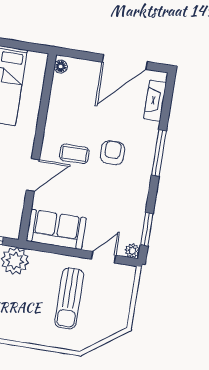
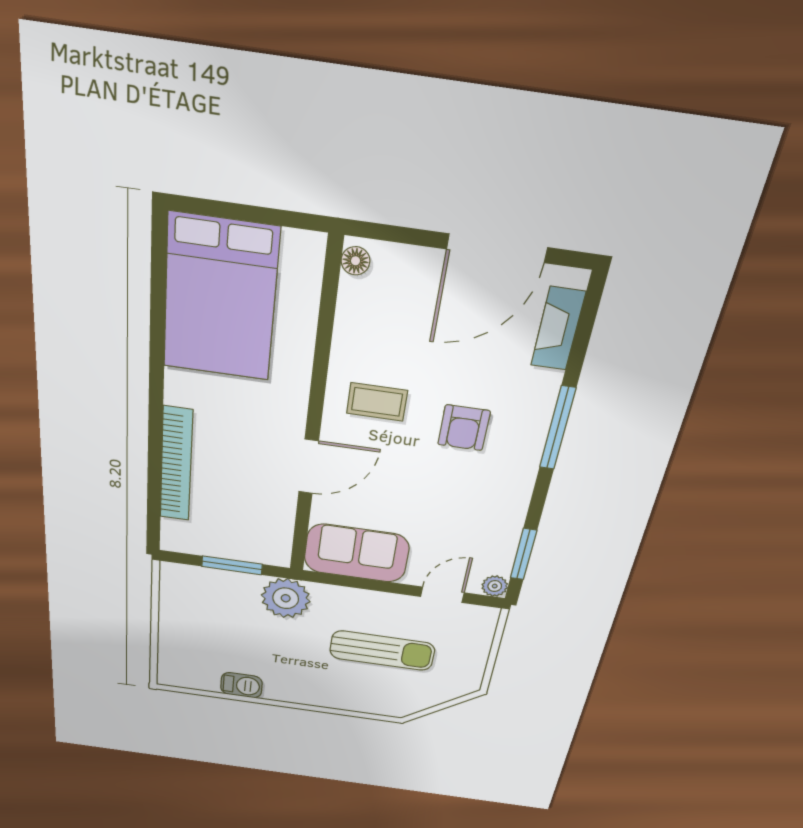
armchair: (113, 153) -> (464, 428), turned 180
coffee table: (74, 154) -> (377, 402), moved
sun lounger: (69, 298) -> (382, 651), turned -90

